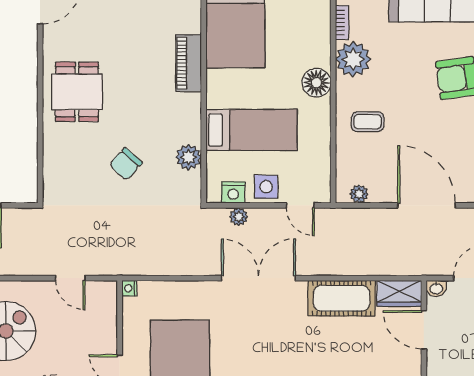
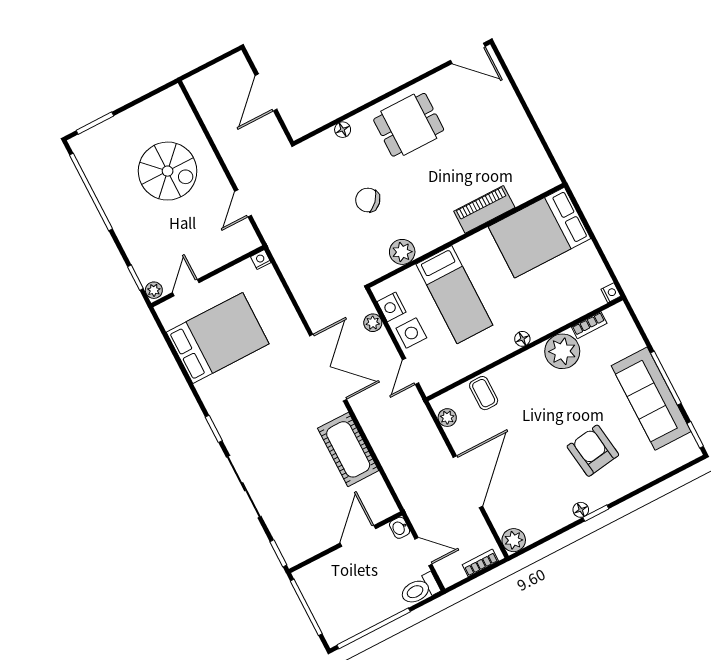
floor lamp: (316, 83) -> (522, 339), width x0.53, depth x0.53
coffee table: (368, 122) -> (484, 393), moved
floor lamp: (50, 154) -> (343, 130), added
wardrobe: (399, 293) -> (379, 498), removed

